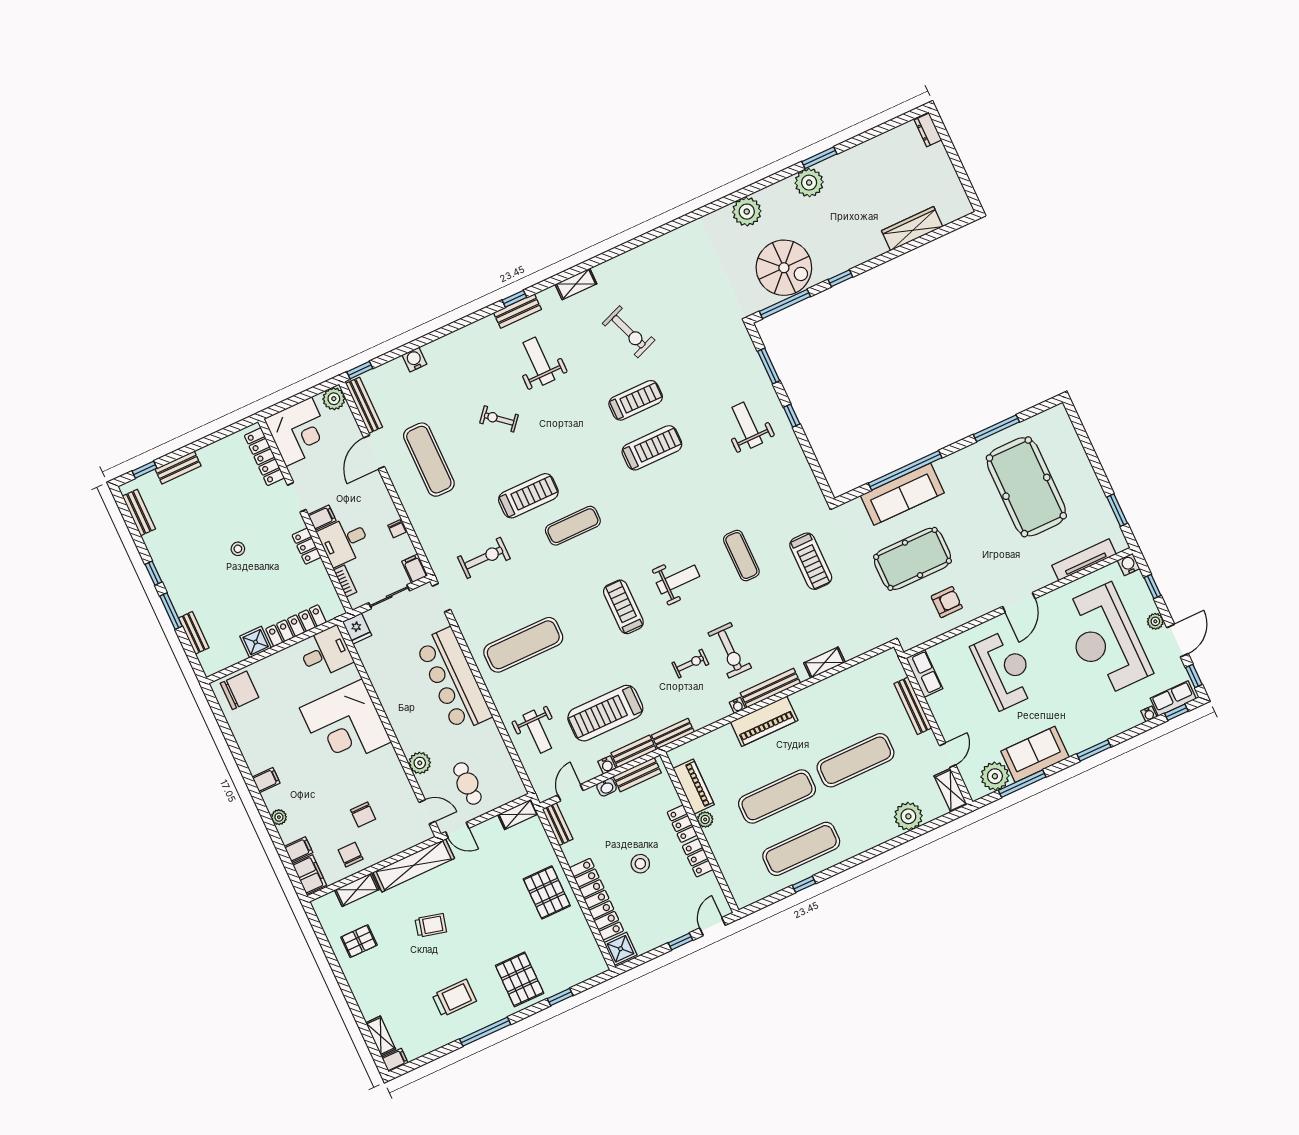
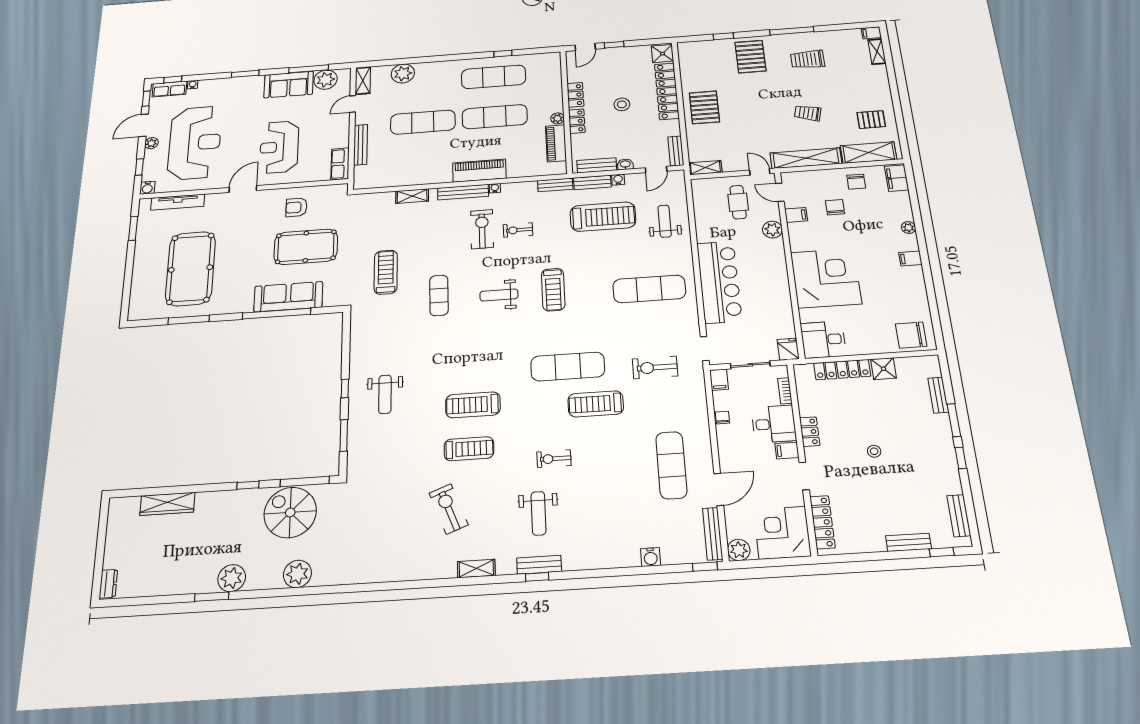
treadmill: (636, 400) -> (469, 449), turned 180
exercise bike: (499, 419) -> (554, 459), moved, turned 140
exercise mat: (573, 526) -> (568, 367), width x1.36, depth x1.45
filing cabinet: (298, 850) -> (796, 215), moved, turned 180
shelving: (357, 890) -> (869, 153), width x1.50, depth x1.33

